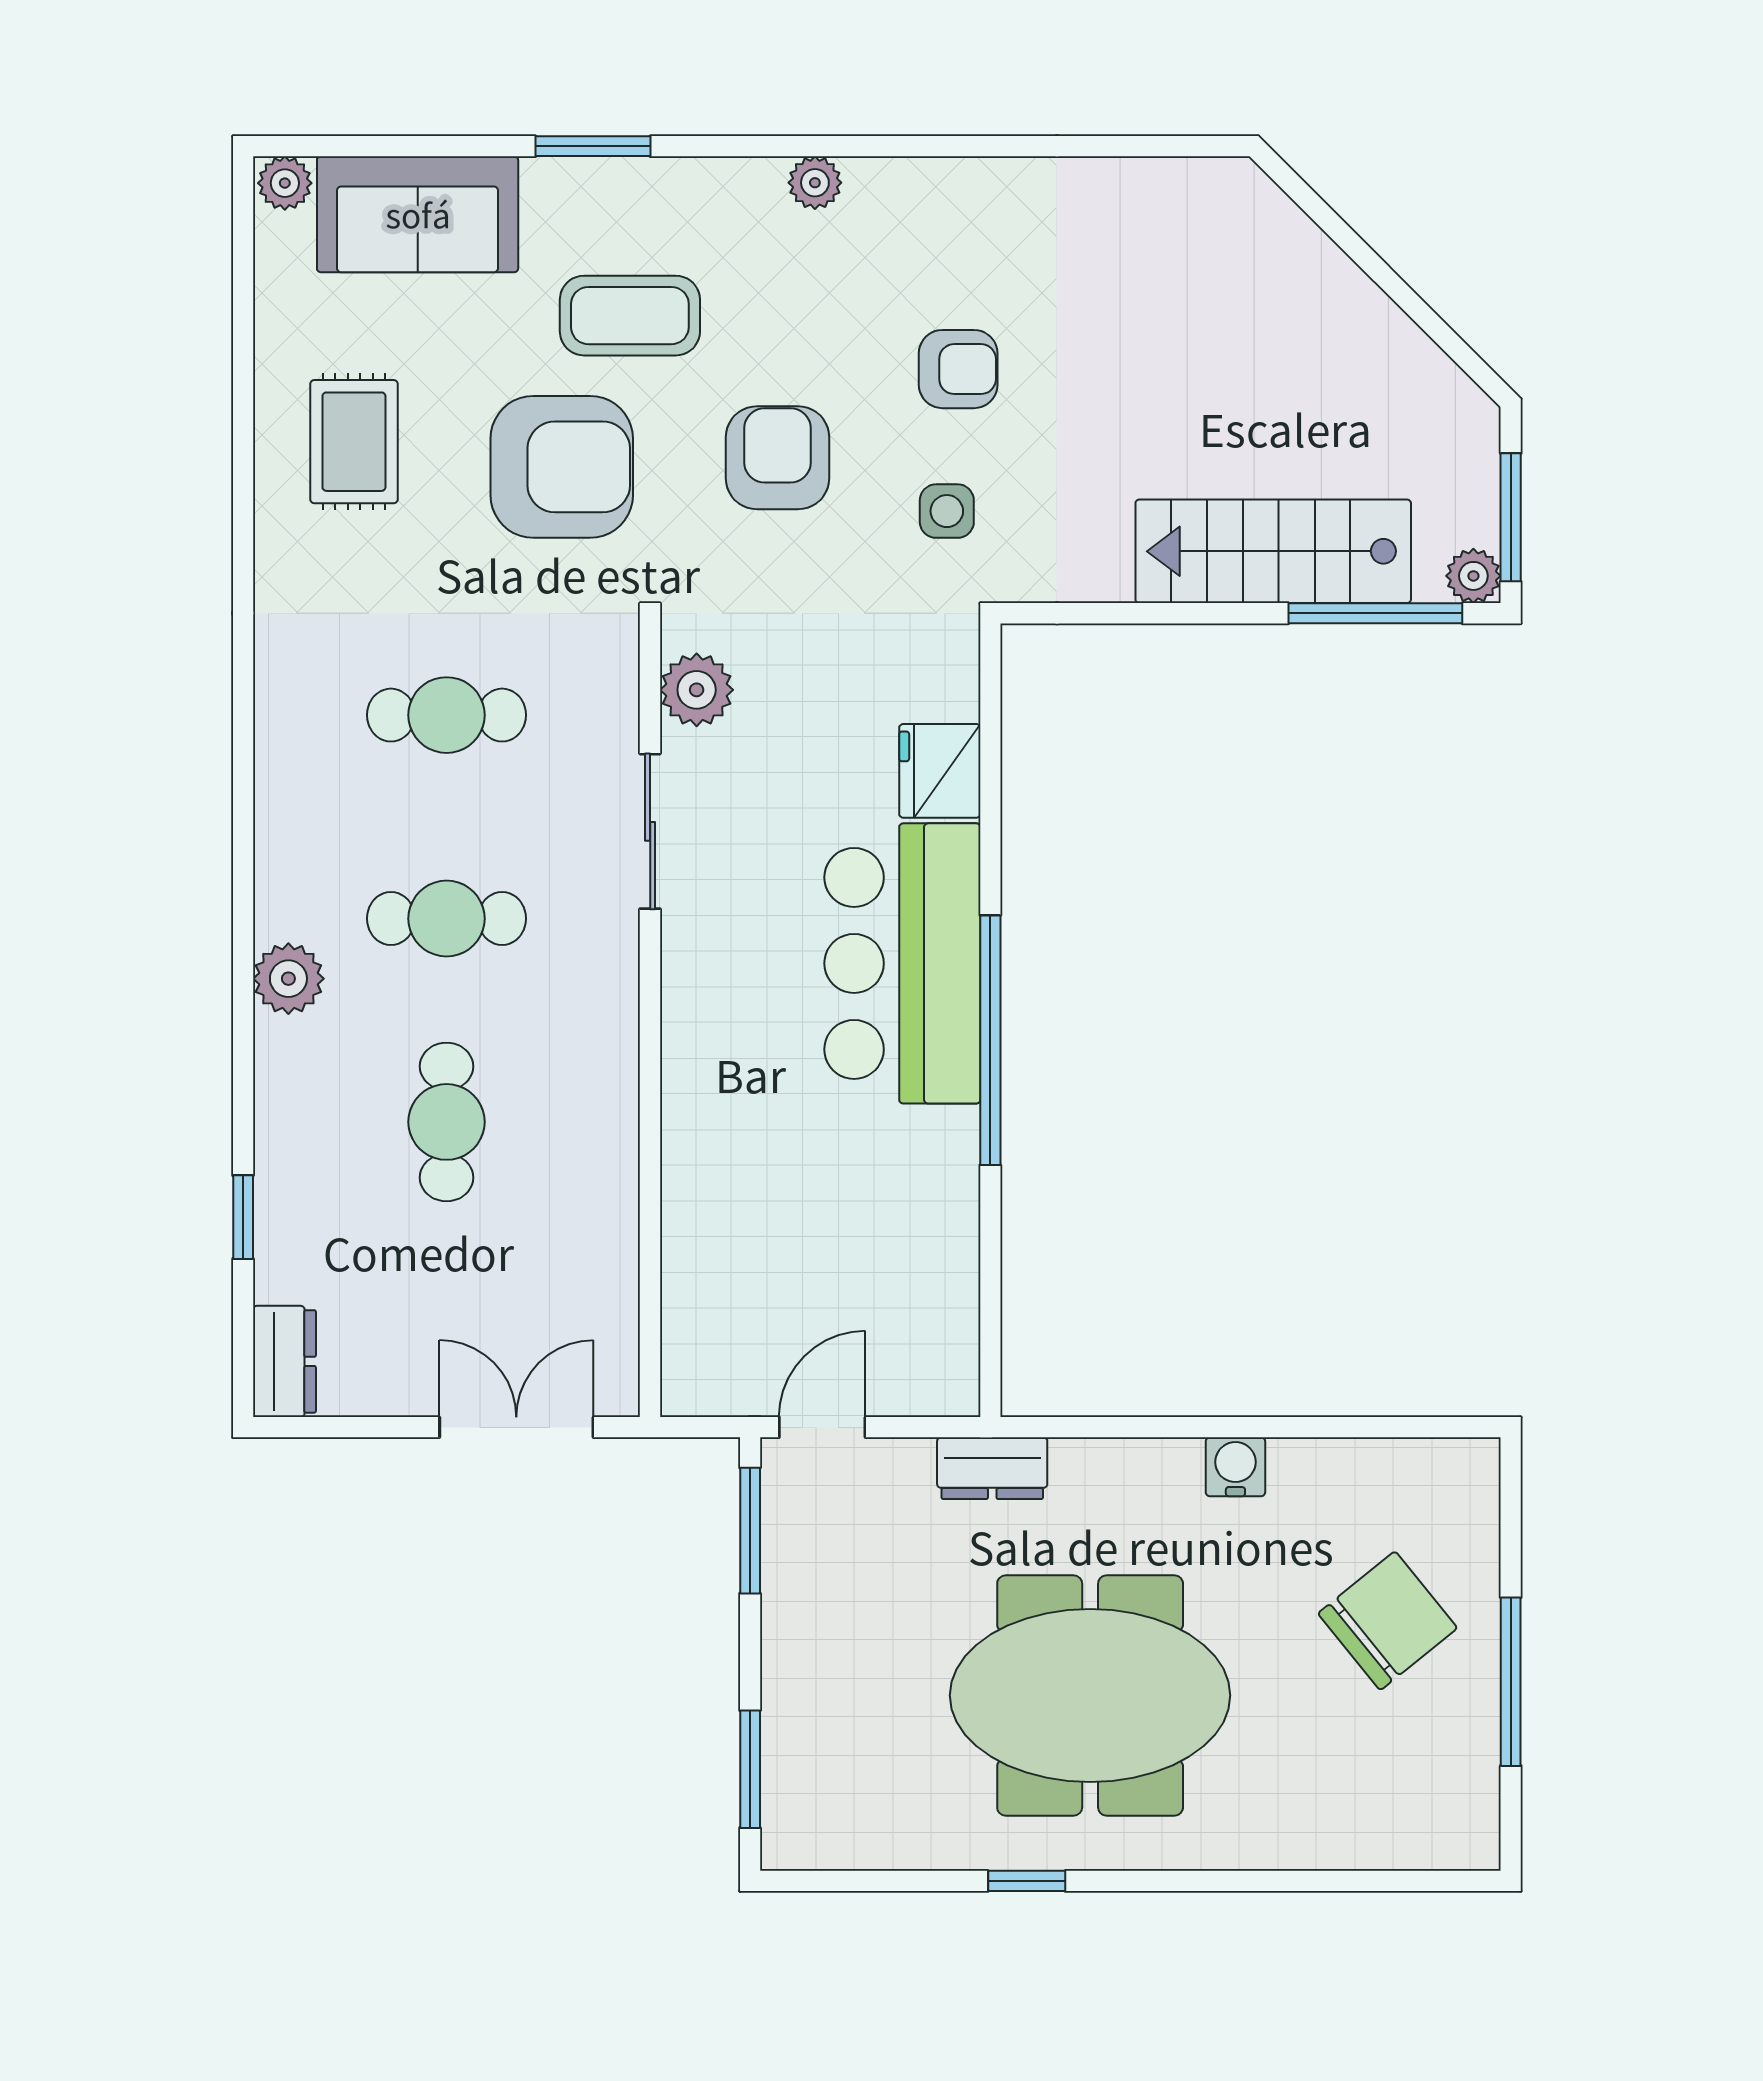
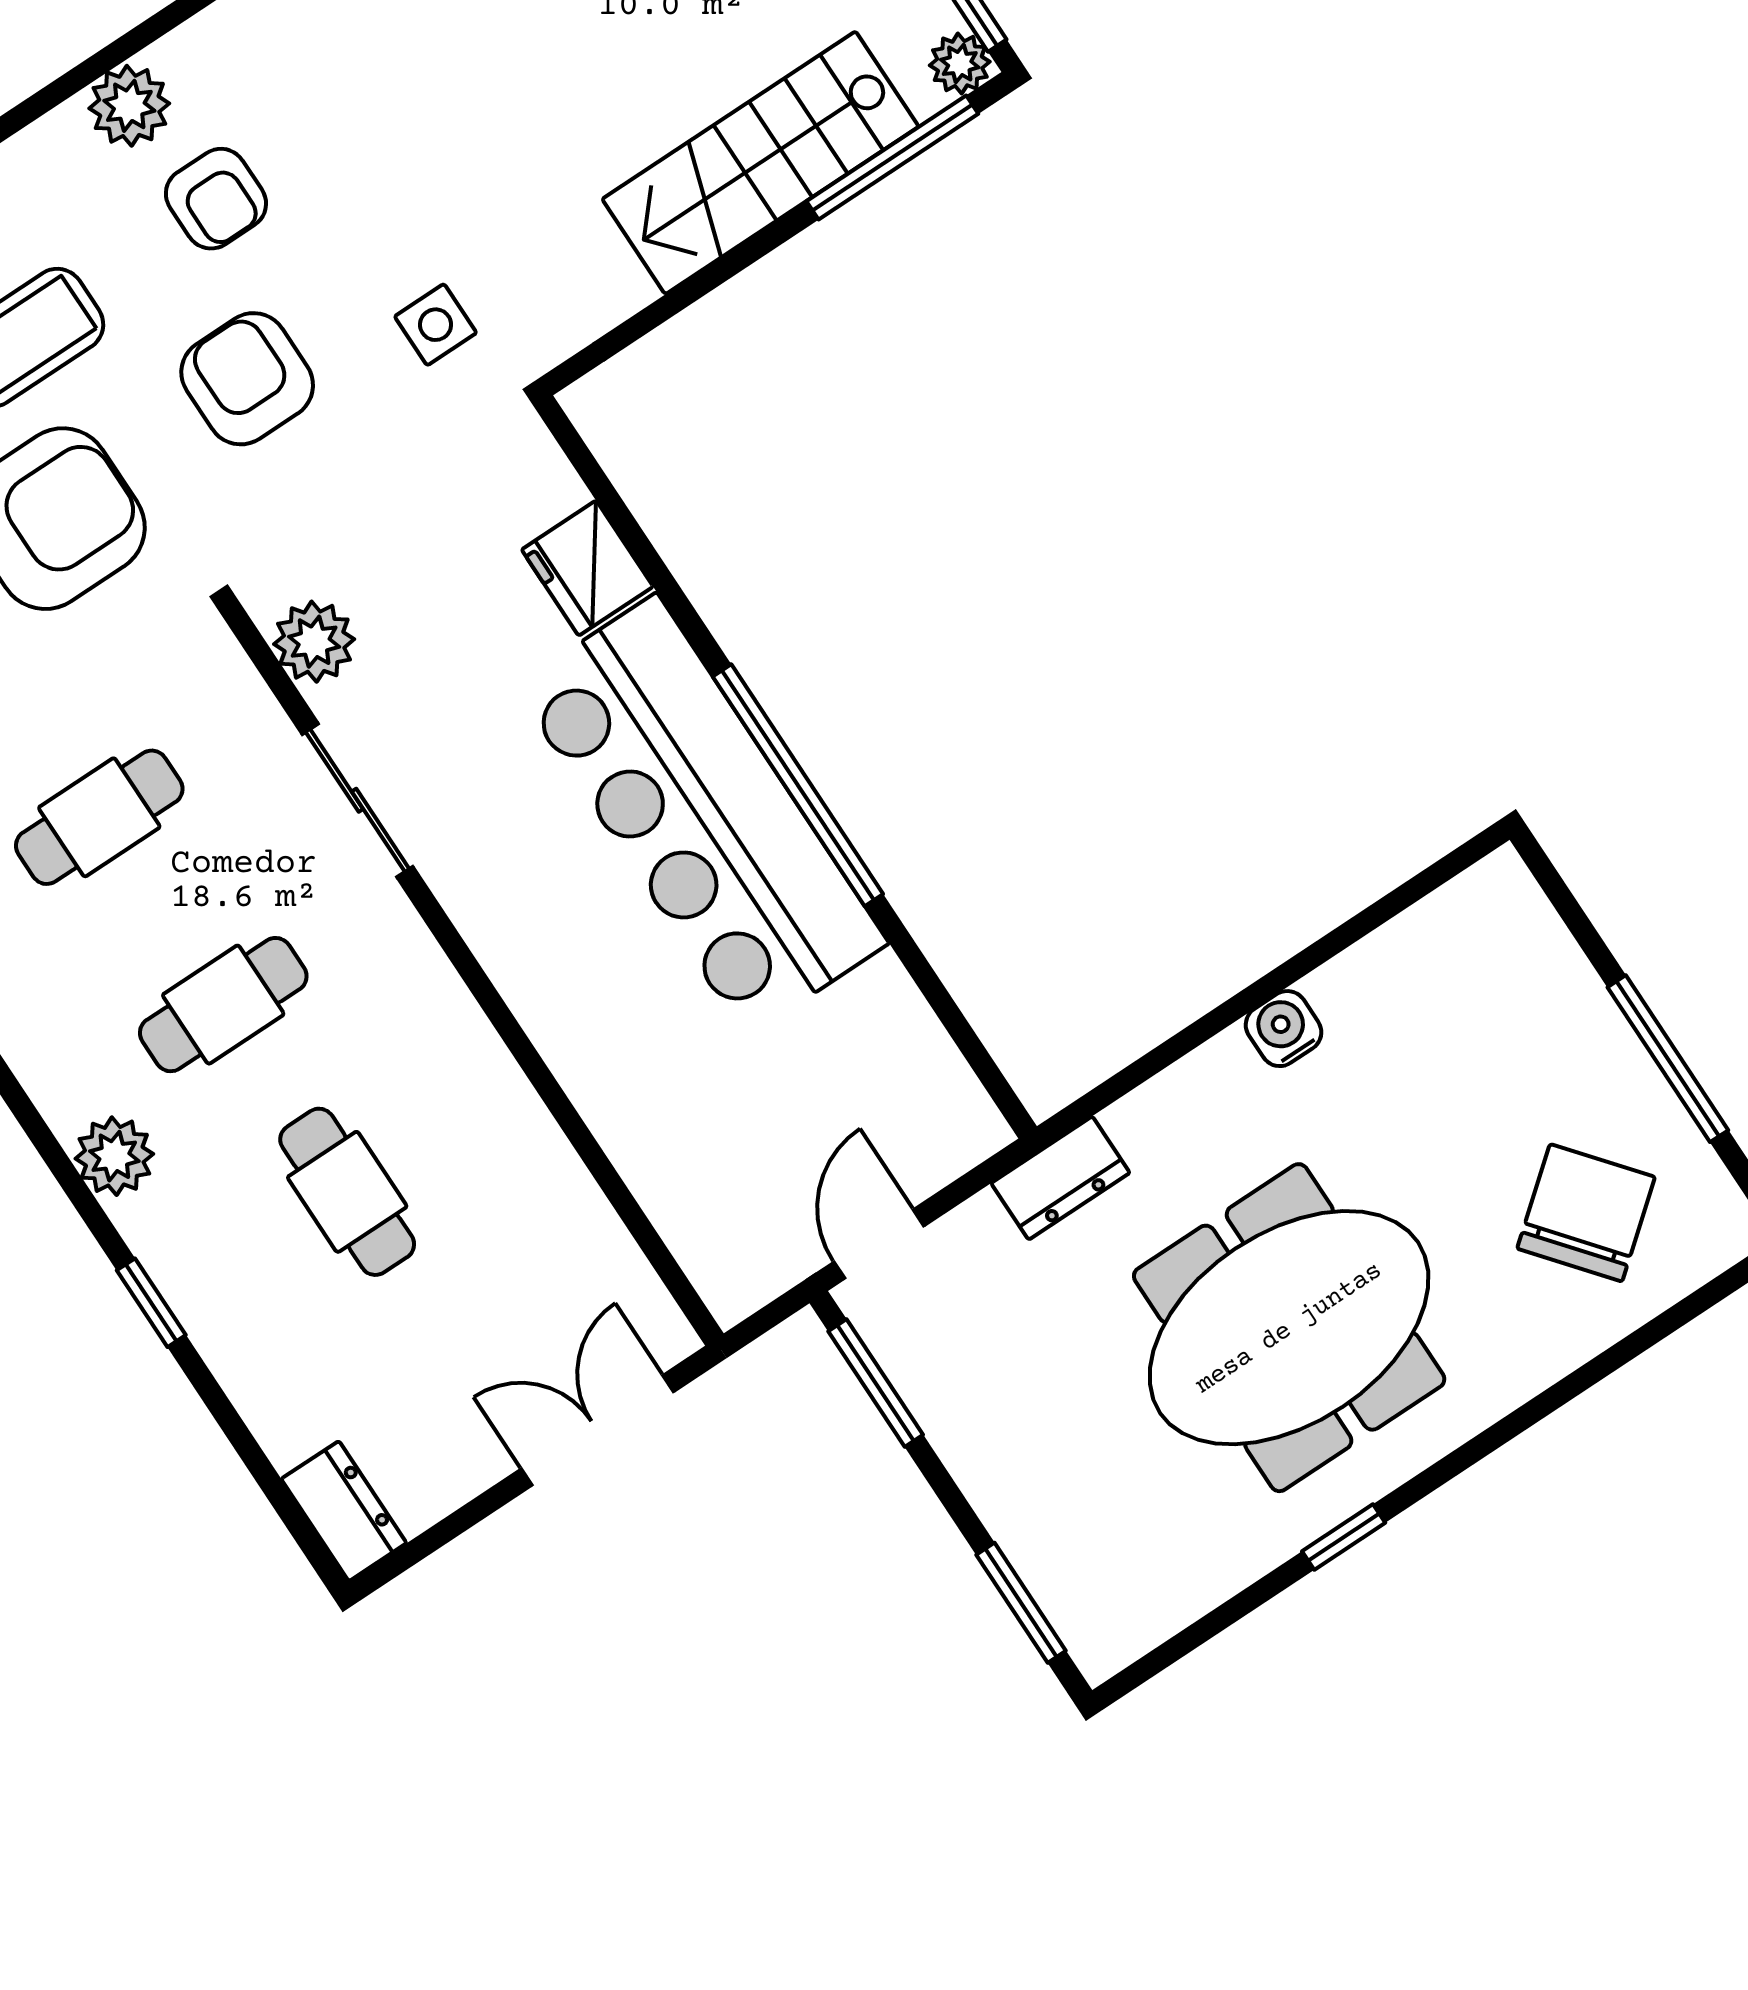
plant: (815, 183) -> (129, 106), width x1.38, depth x1.38
armchair: (958, 369) -> (216, 199), moved, turned 90
bar counter: (902, 963) -> (701, 815), width x1.36
window: (243, 1217) -> (151, 1303), moved
chair: (1388, 1621) -> (1586, 1213), moved

